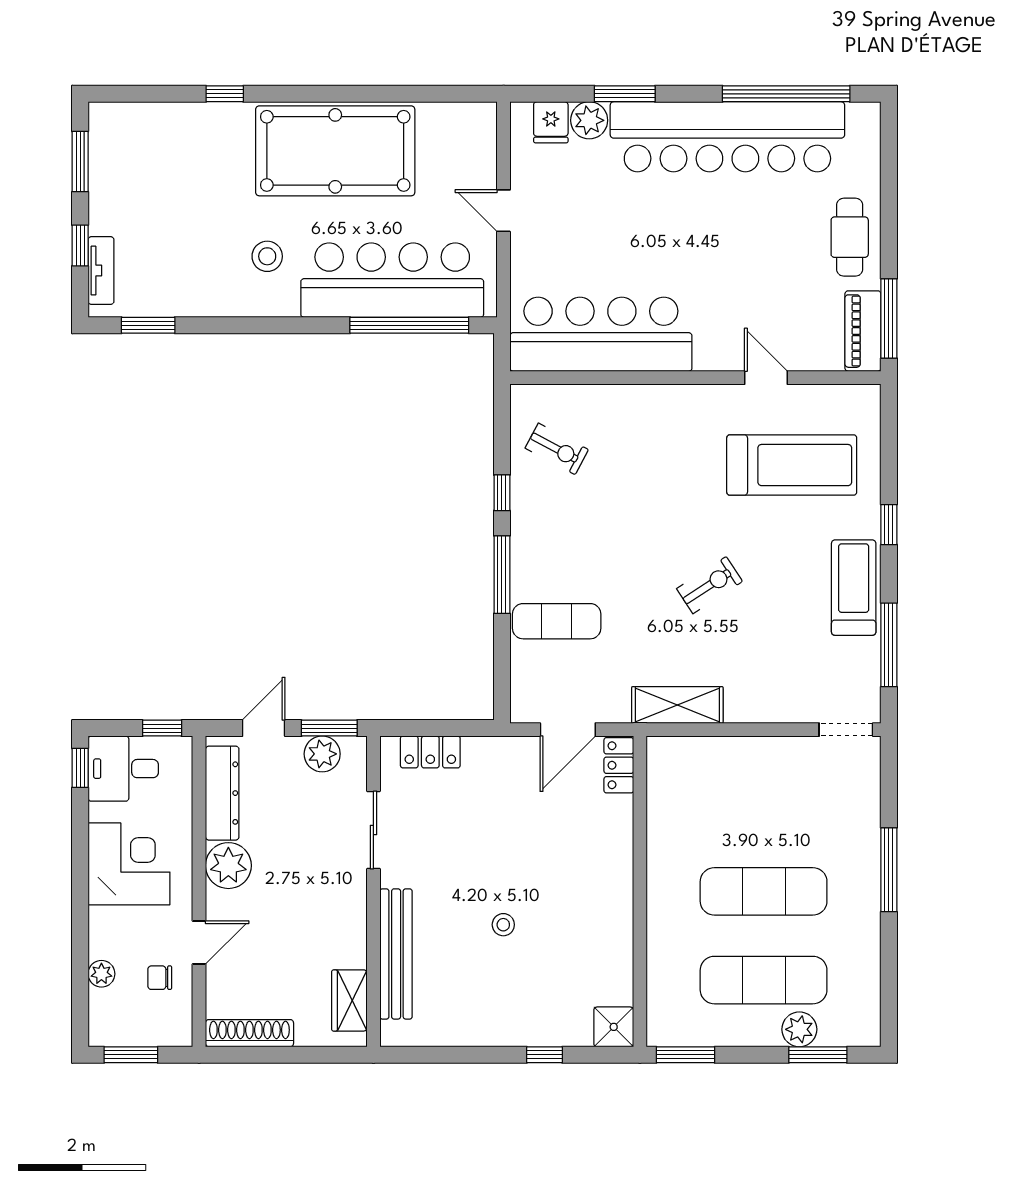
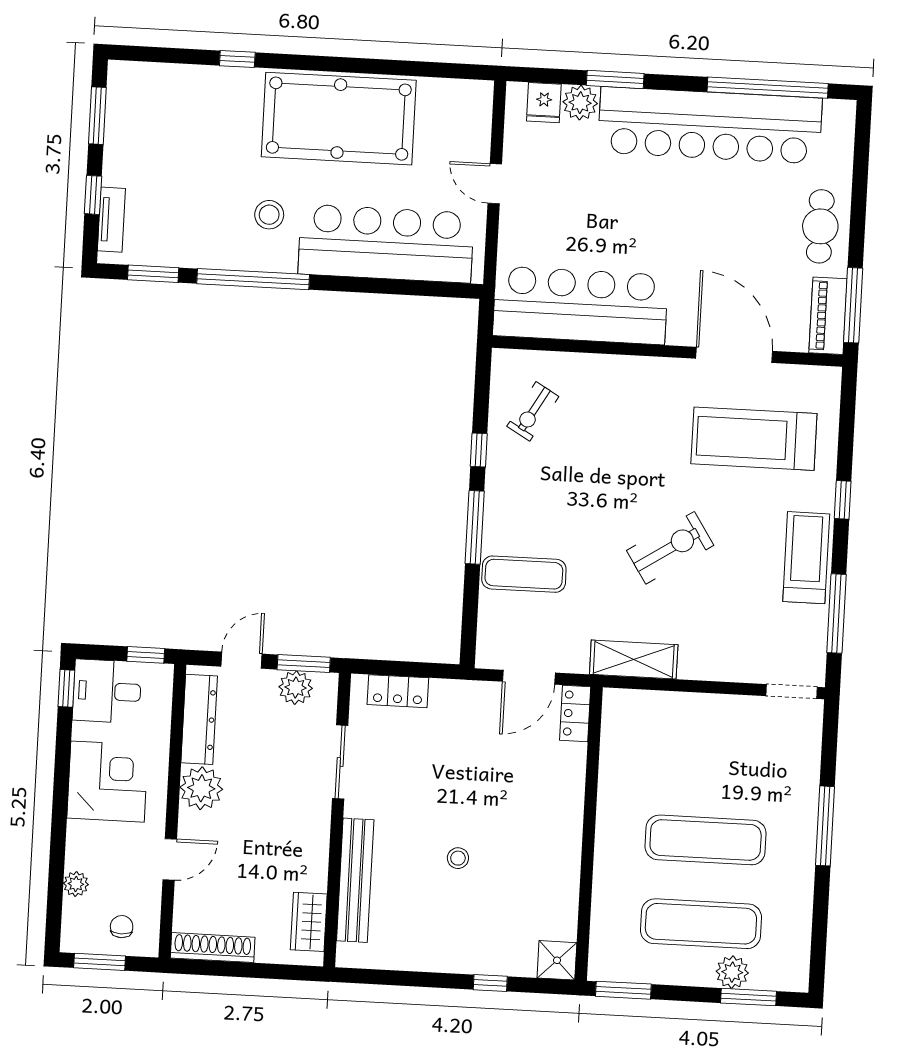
window: (409, 325) -> (253, 279), moved
door: (766, 378) -> (734, 355), width x1.88
exercise bike: (557, 449) -> (533, 411), turned 92
treadmill: (792, 465) -> (754, 439), turned 180
exercise bike: (710, 585) -> (670, 548), width x1.38, depth x1.39
chair: (160, 978) -> (122, 927), moved, turned 90

